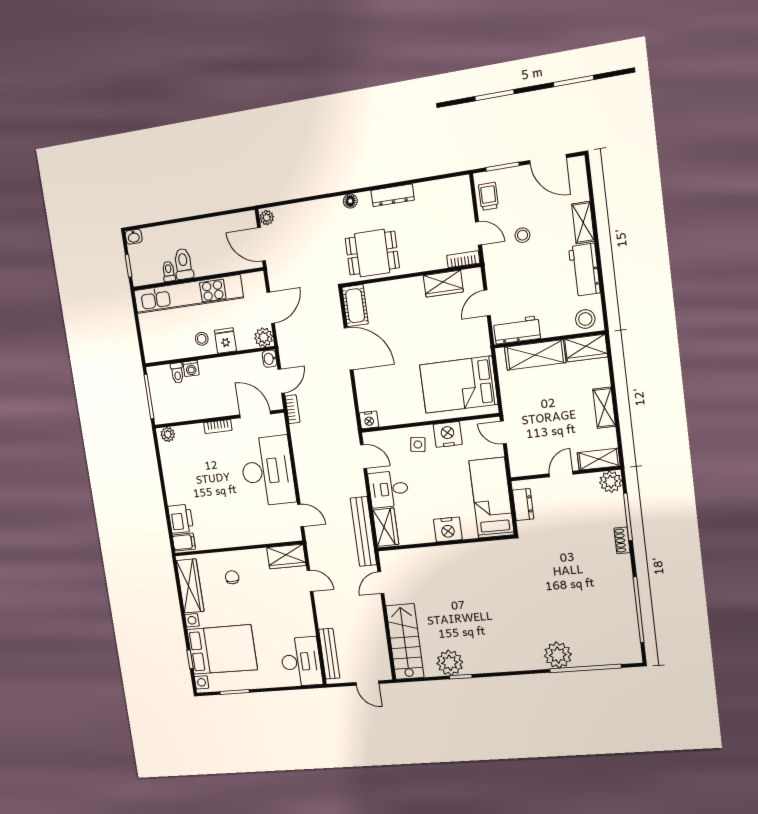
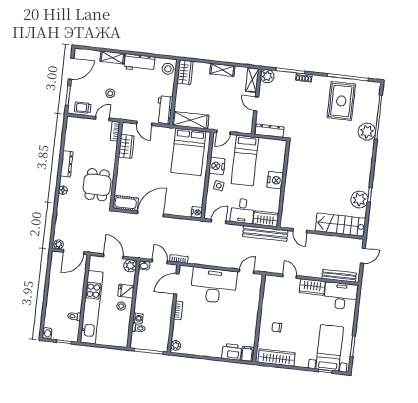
toilet: (183, 264) -> (72, 305), removed
shelving: (535, 355) -> (190, 120), moved, turned 90
bed: (492, 498) -> (245, 160), moved, turned -90
dresser: (523, 505) -> (270, 131), width x1.44
wardrobe: (286, 557) -> (312, 287), moved, turned 90
door: (310, 581) -> (290, 276), hinge flipped
rug: (598, 606) -> (341, 101), added
bed with nightstands: (222, 649) -> (330, 348), width x0.73

